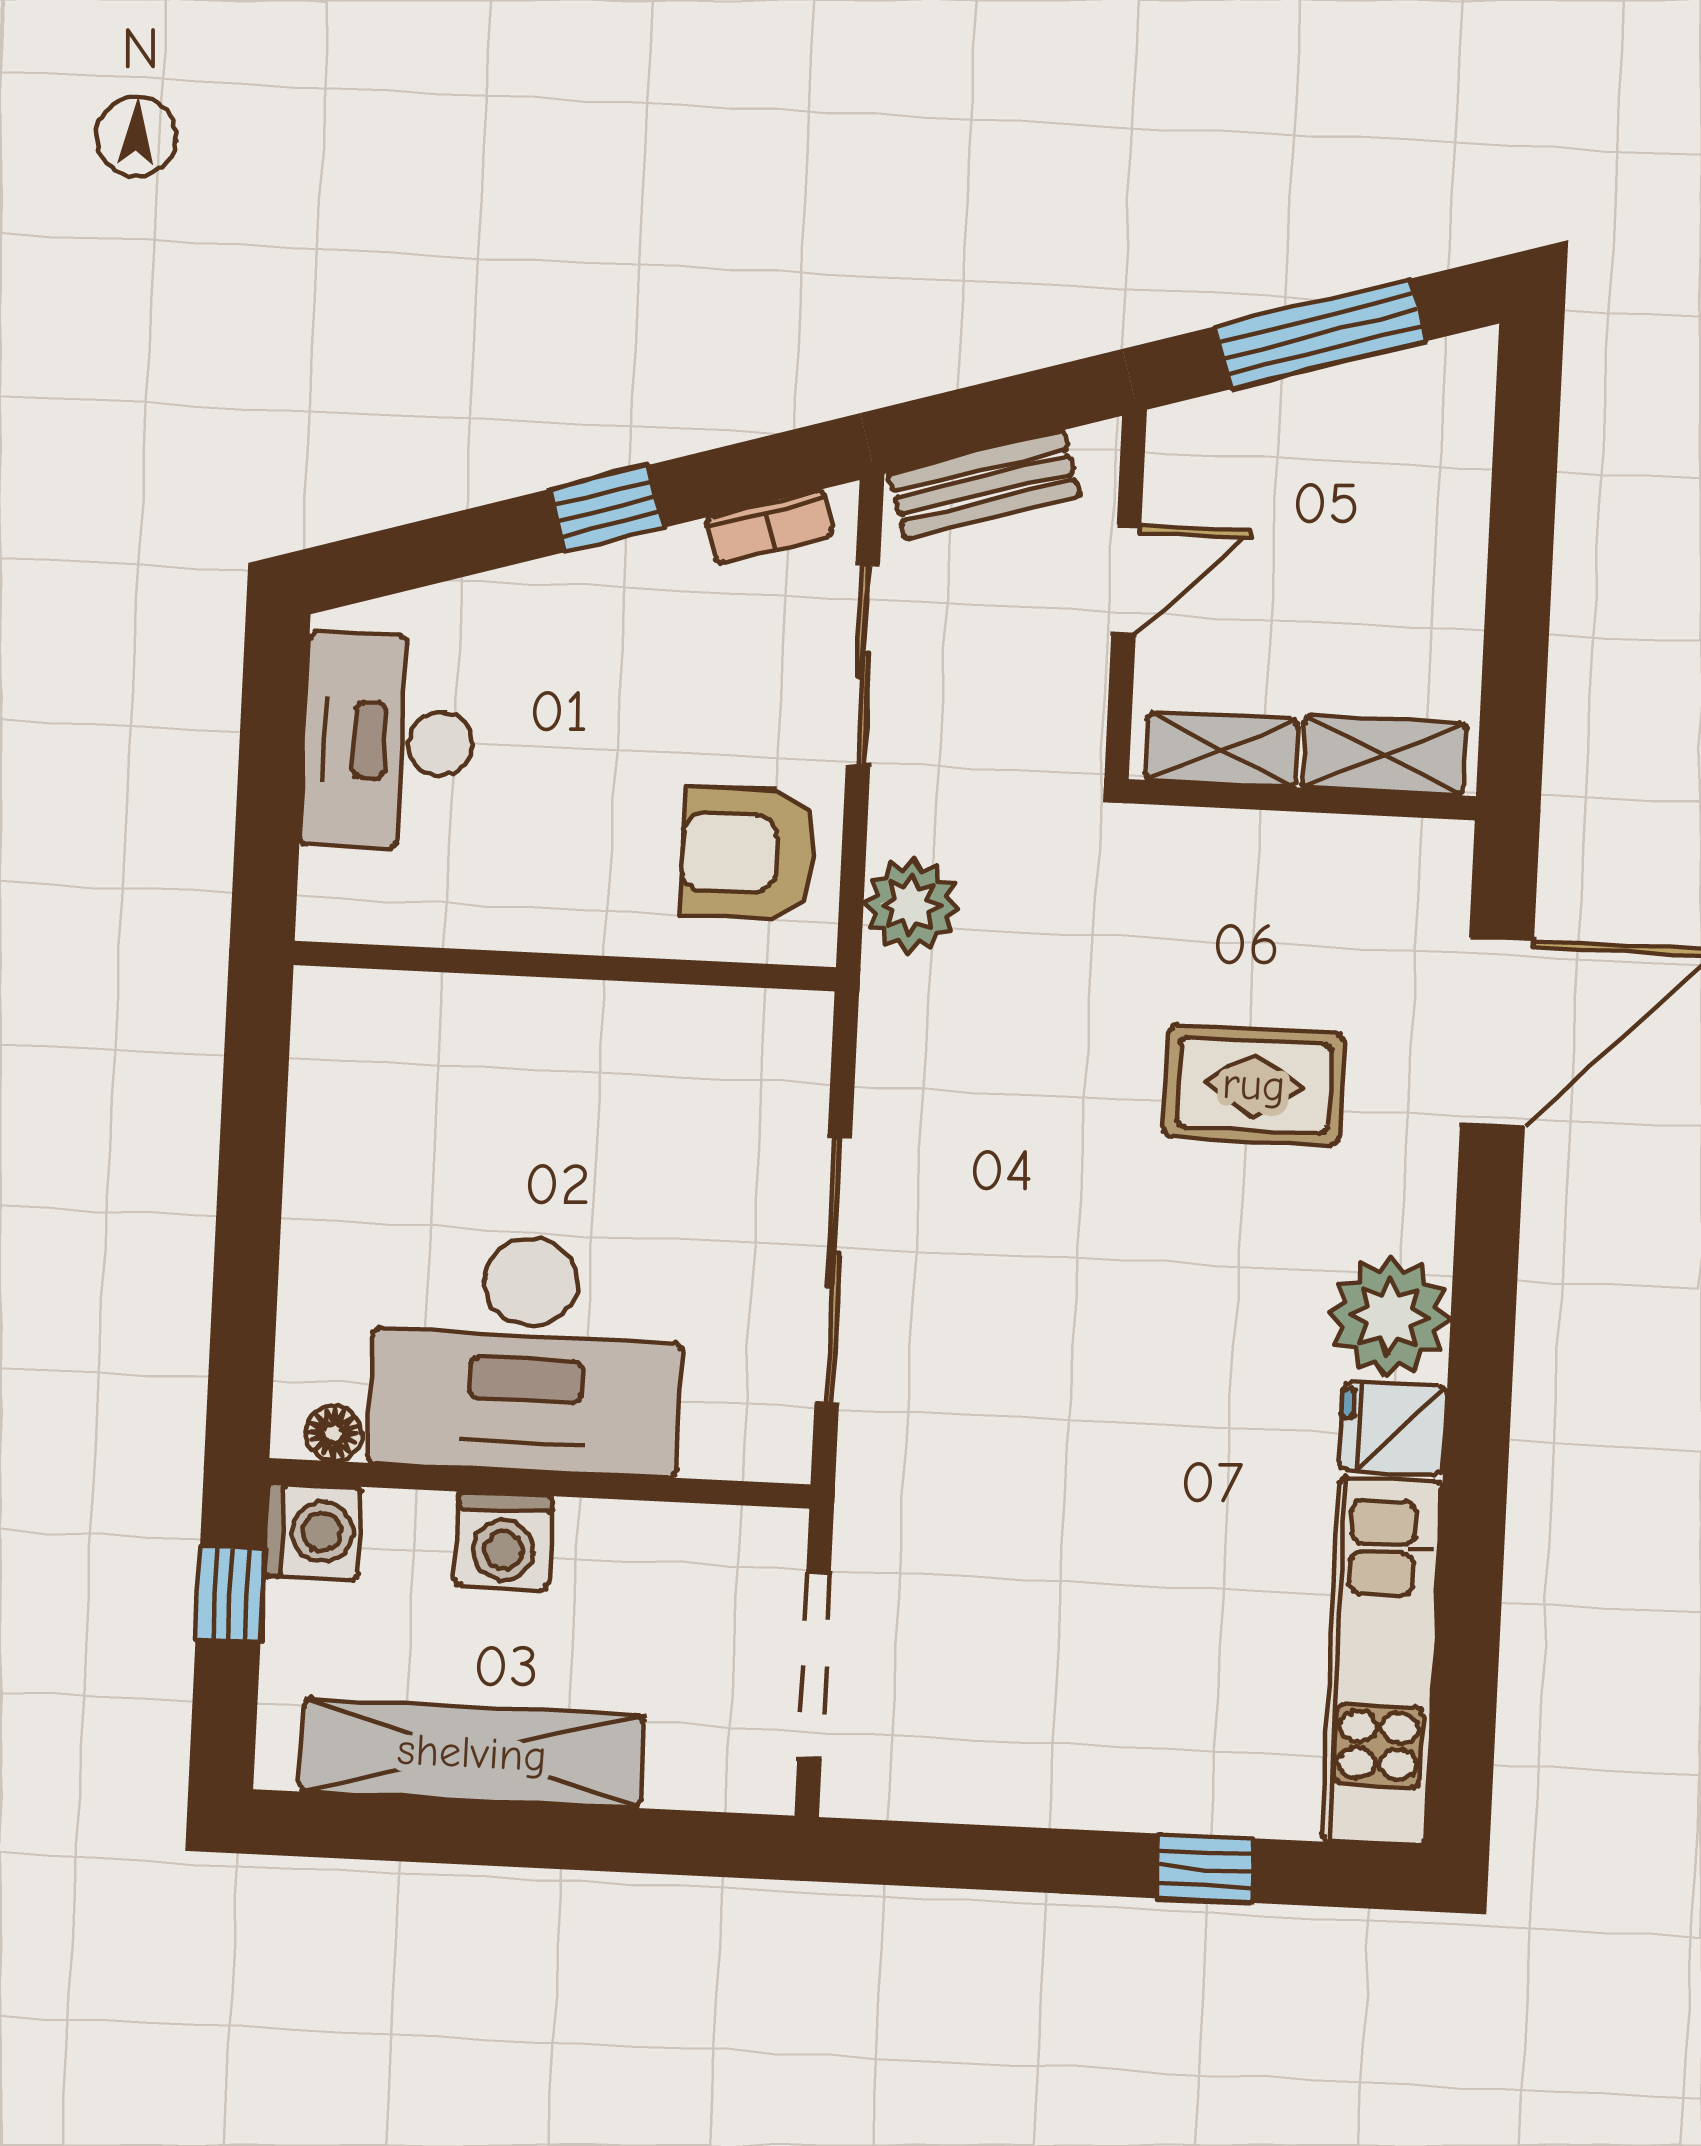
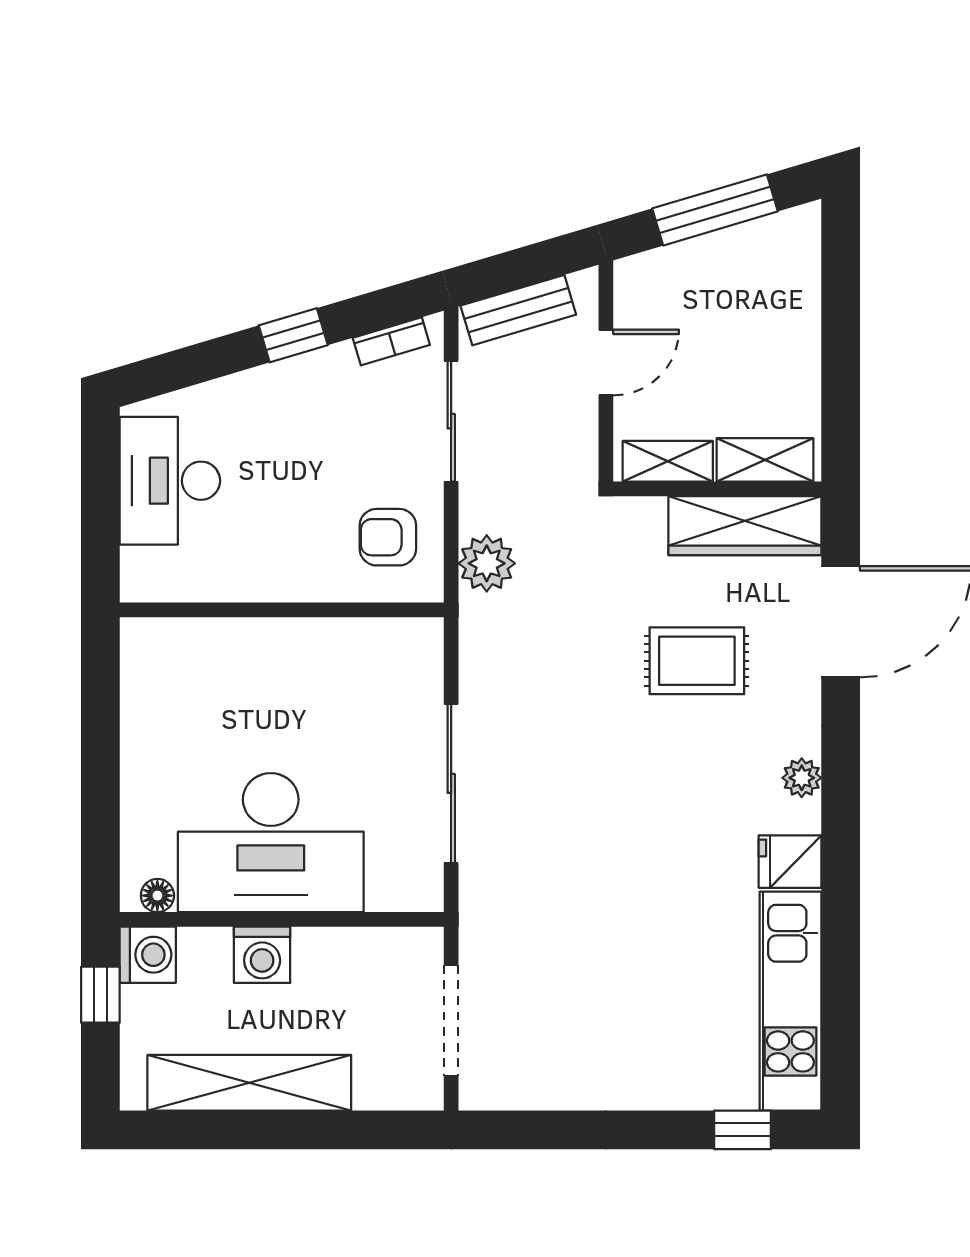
armchair: (748, 854) -> (388, 537), width x0.72, depth x0.72
wardrobe: (1345, 863) -> (745, 526), added
plant: (1389, 1316) -> (802, 778), width x0.53, depth x0.53
window: (1206, 1868) -> (742, 1130), moved

